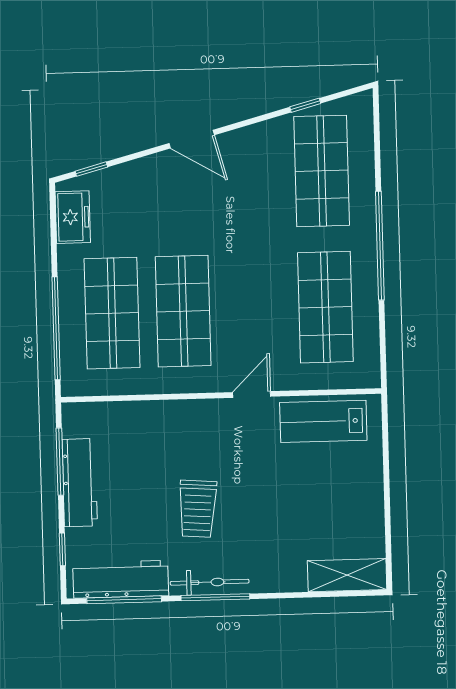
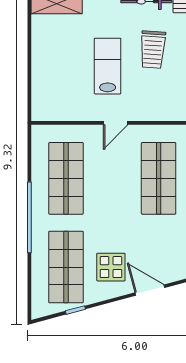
display table: (253, 173) -> (111, 267), added
lab bench: (323, 421) -> (108, 66), moved, turned -90
trolley: (198, 509) -> (153, 50), turned 180

